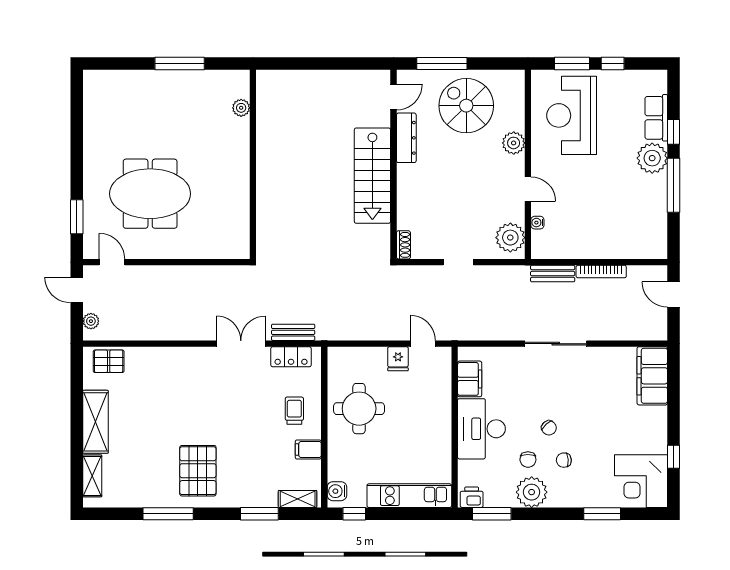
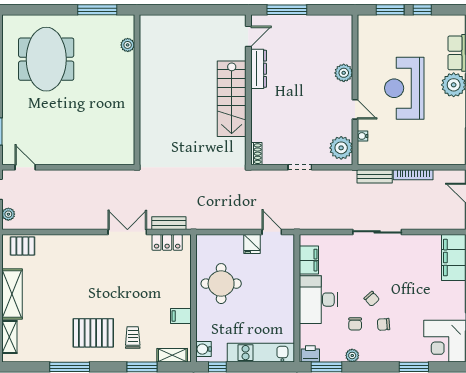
window: (180, 63) -> (97, 10), moved
spiral stairs: (466, 106) -> (306, 43), removed
reception desk: (572, 115) -> (404, 88), moved
meeting table: (150, 194) -> (46, 59), moved, turned 90
trolley: (294, 411) -> (133, 337), moved
pallet: (198, 471) -> (93, 333), turned 90
plant: (532, 492) -> (352, 355), width x0.53, depth x0.53

